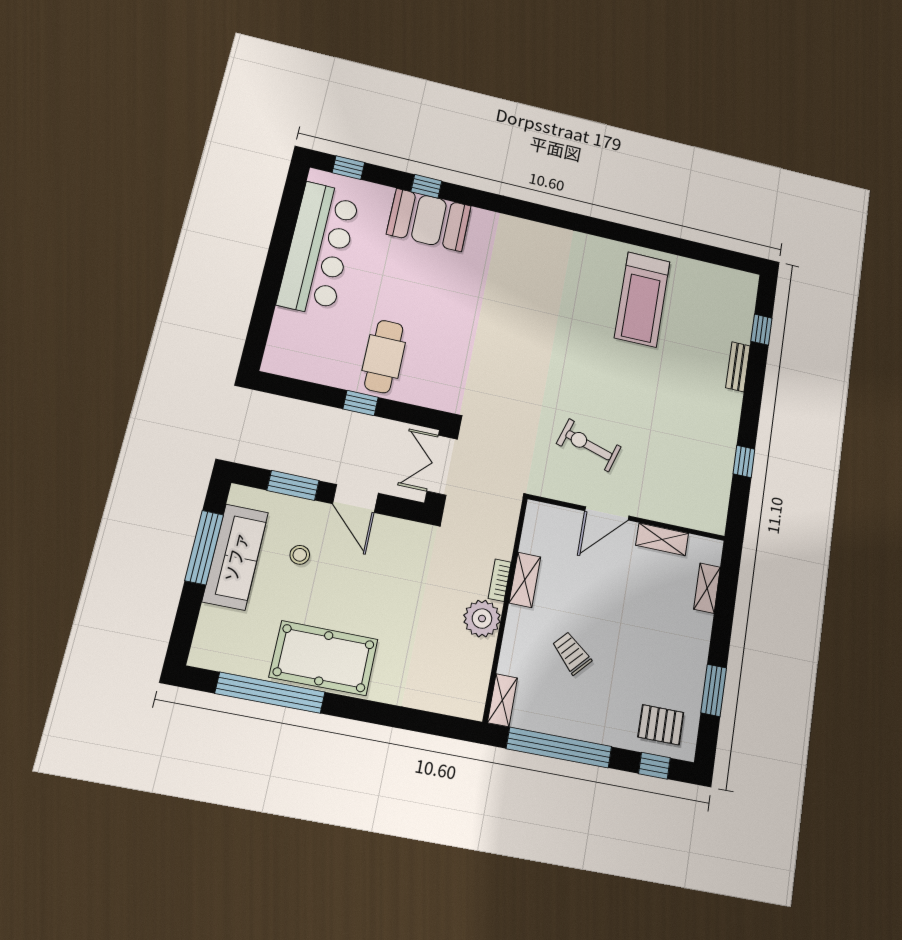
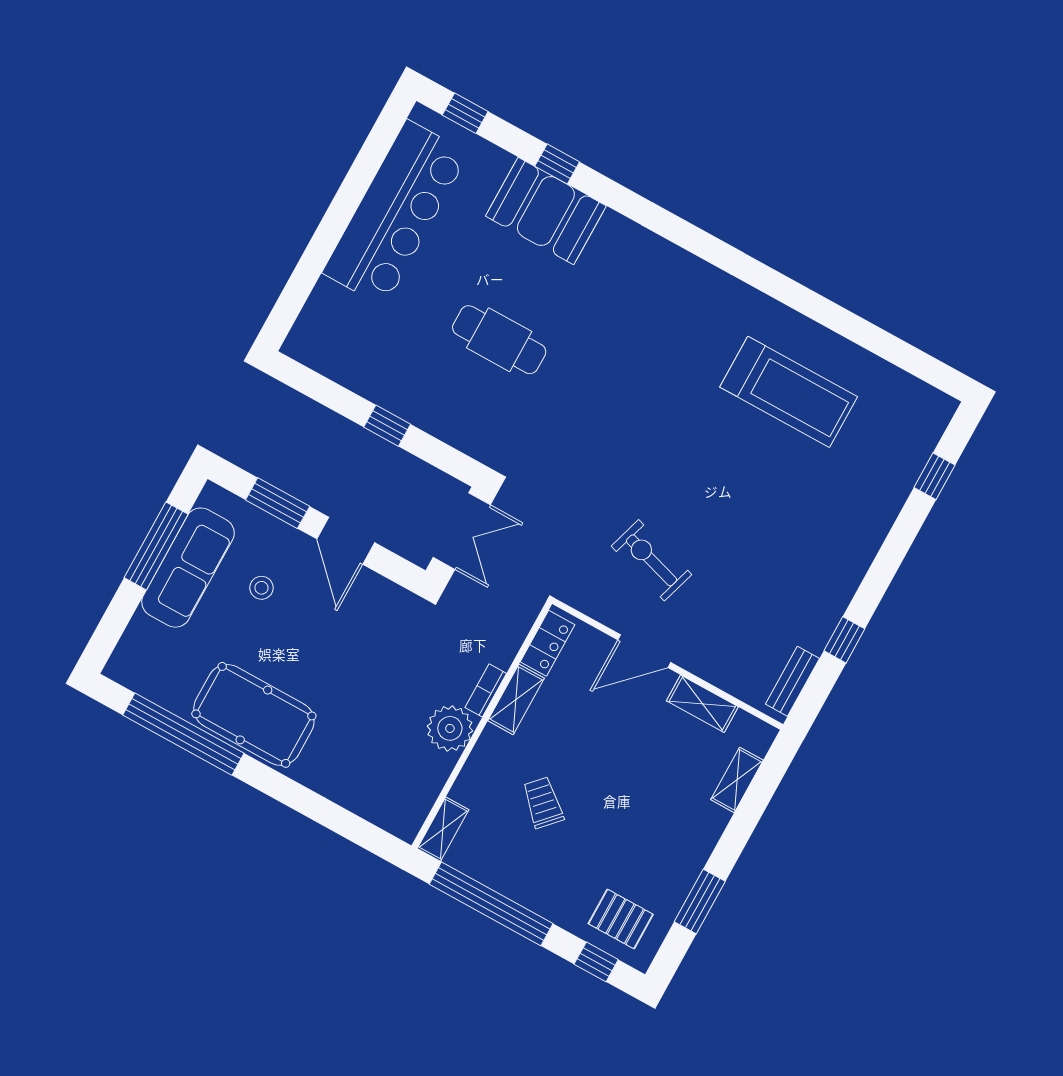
treadmill: (642, 299) -> (789, 392), turned -90
cafe table: (384, 356) -> (499, 340), moved, turned 90
bench: (738, 367) -> (792, 681), moved
double door: (442, 465) -> (462, 531), swing flipped
locker: (534, 530) -> (547, 643), added

